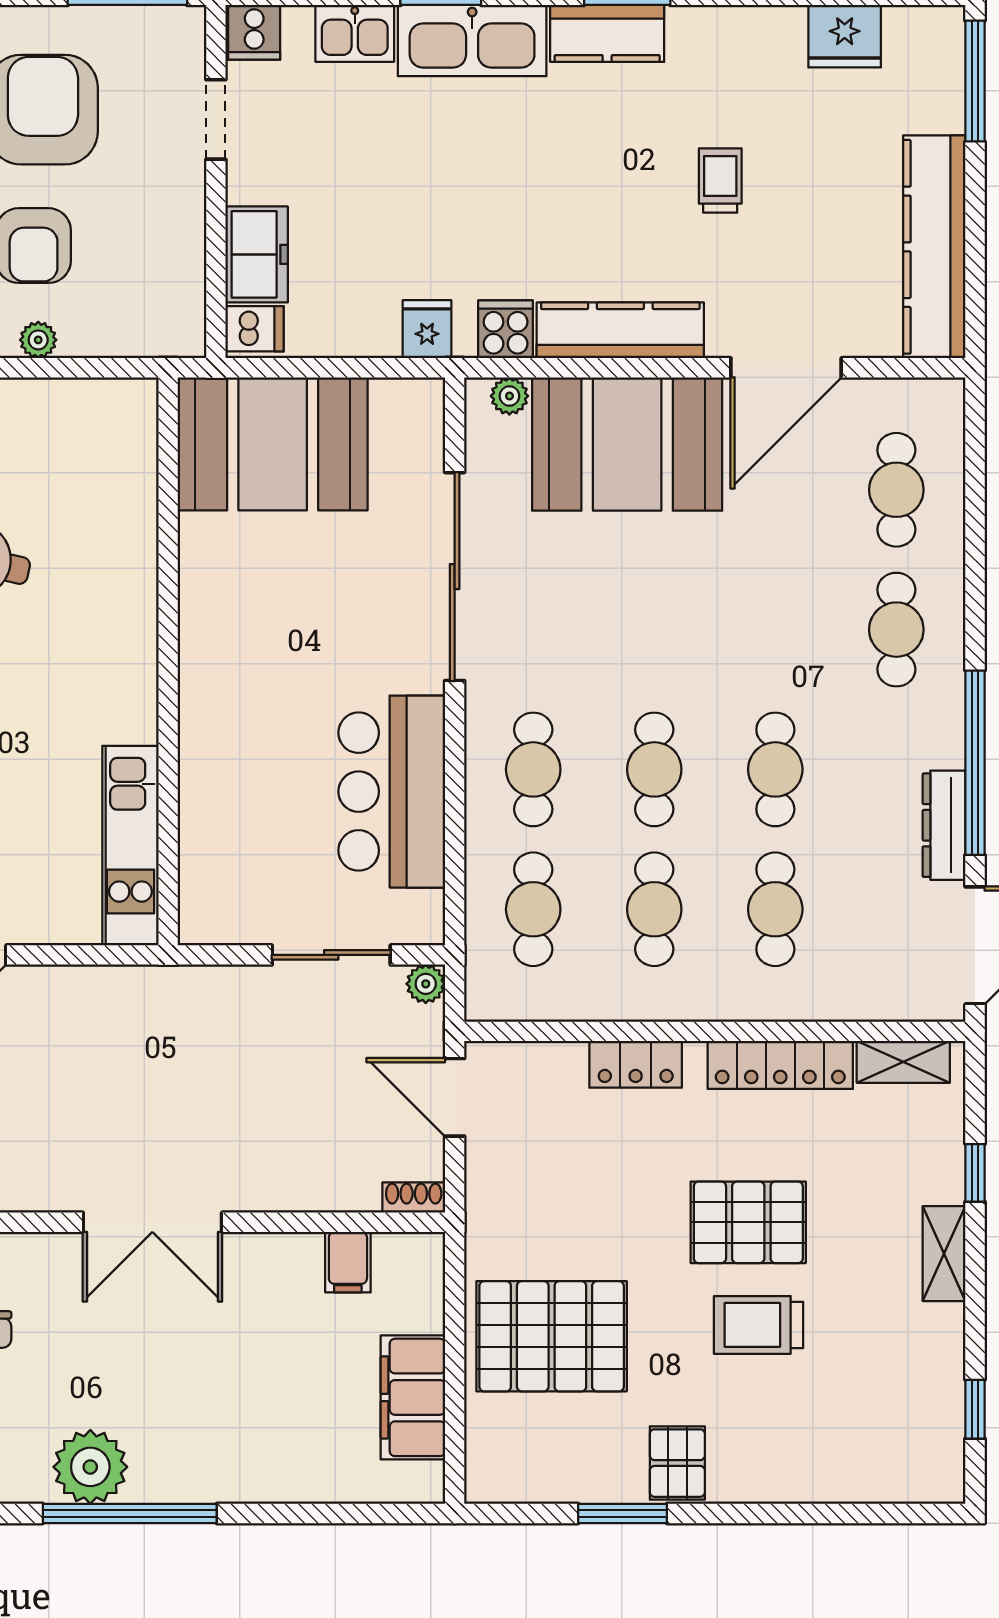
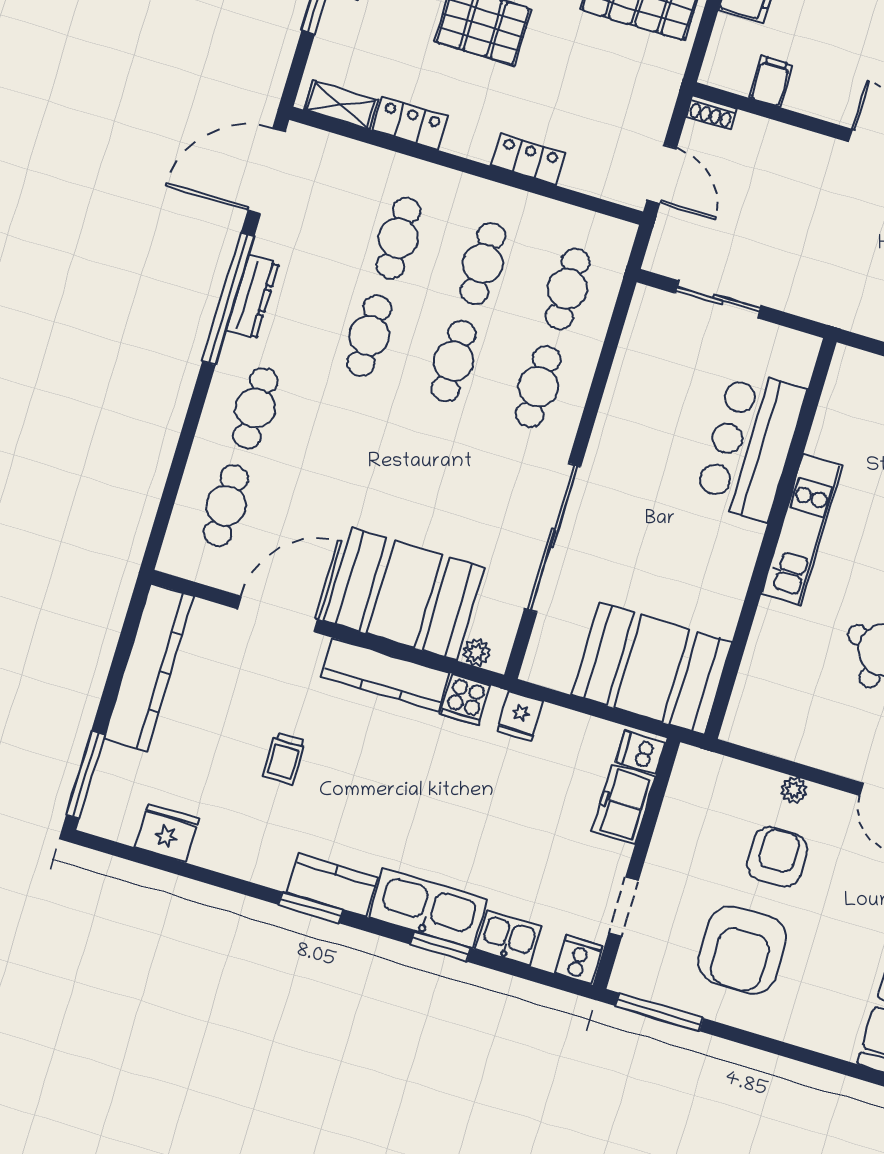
bar counter: (392, 792) -> (751, 445), moved, turned 180
dresser: (944, 825) -> (252, 297), moved
kitchen unit: (130, 846) -> (802, 529), moved
plant: (426, 984) -> (658, 259), removed
locker: (780, 1065) -> (410, 123), width x0.66

